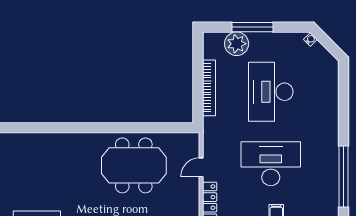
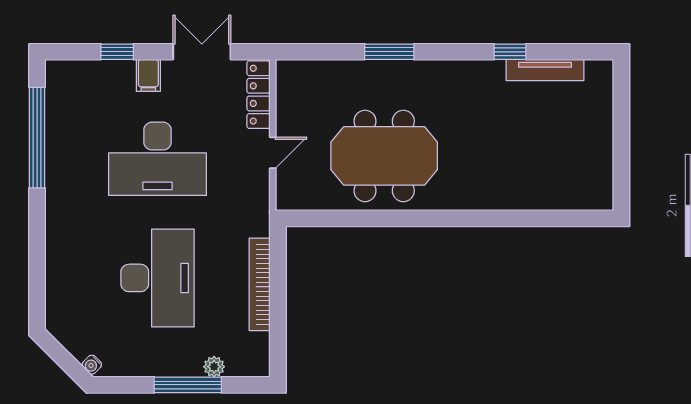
plant: (237, 44) -> (214, 367), width x0.53, depth x0.53

